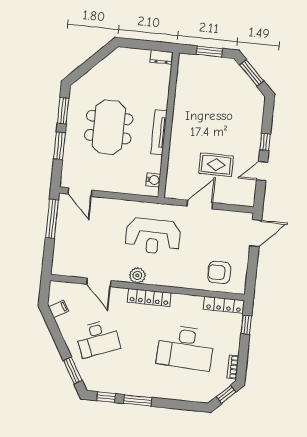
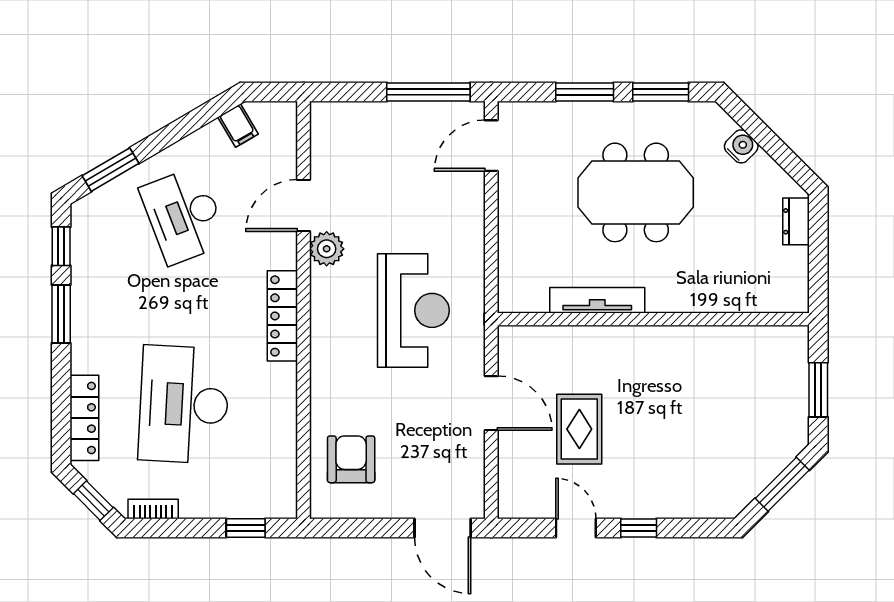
dresser: (162, 57) -> (796, 221), moved
tv unit: (159, 132) -> (597, 300), moved
water cooler: (153, 180) -> (741, 146), moved, turned -135
reception desk: (153, 236) -> (413, 310), turned 180
plant: (137, 275) -> (327, 249), moved
locker: (224, 305) -> (84, 418), moved, turned 180

